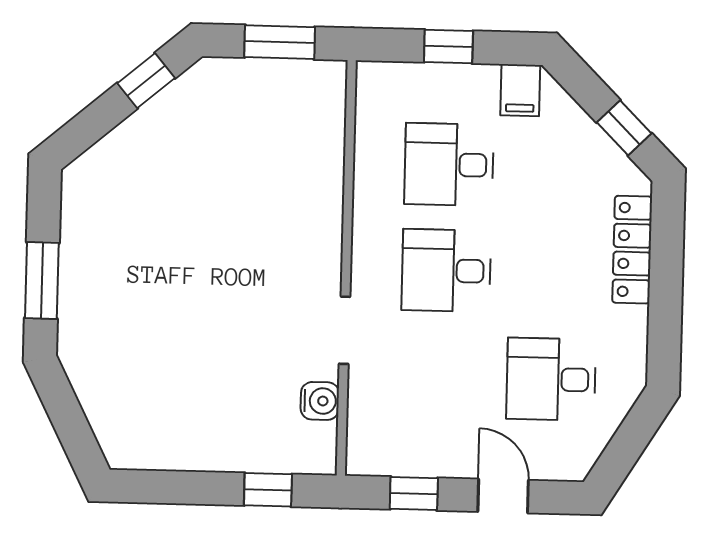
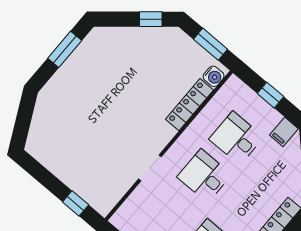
locker: (326, 171) -> (189, 105), added
window: (42, 280) -> (65, 49), moved
water cooler: (320, 401) -> (214, 76), moved

